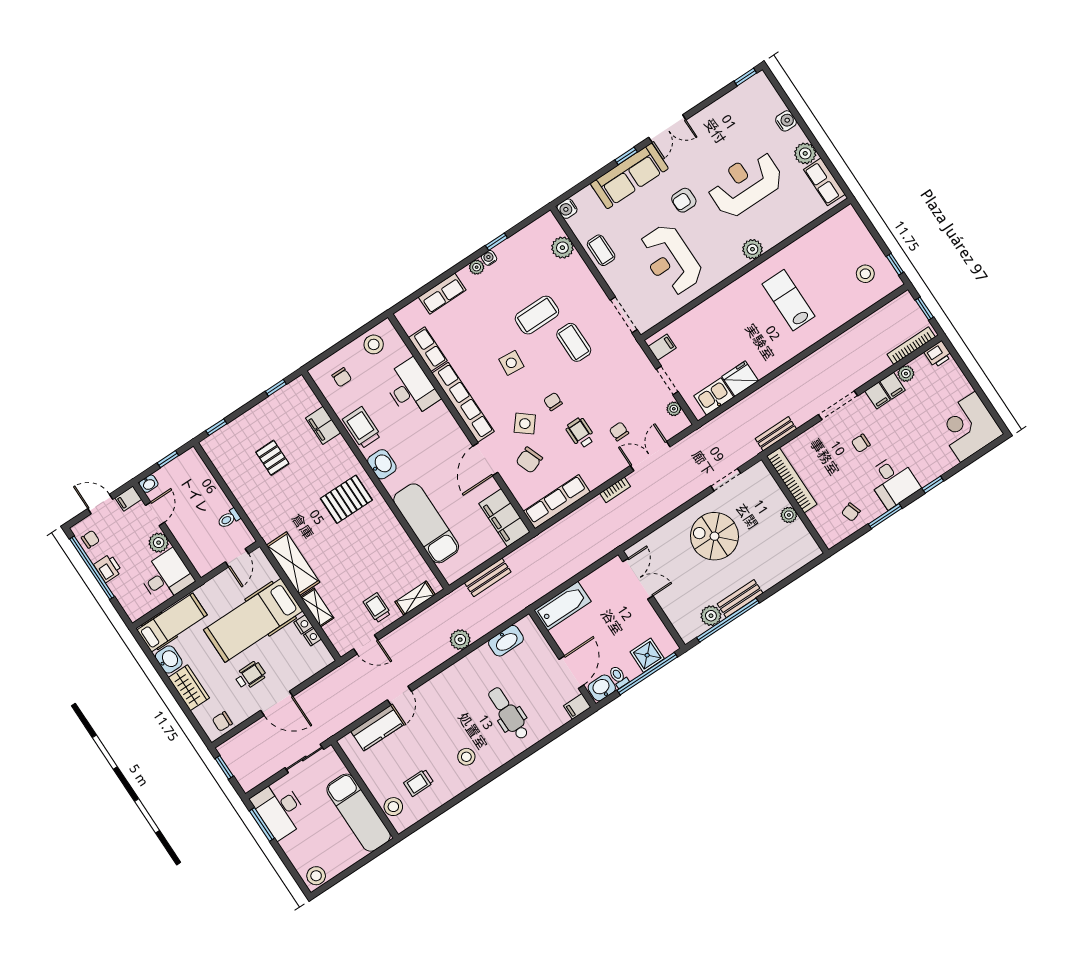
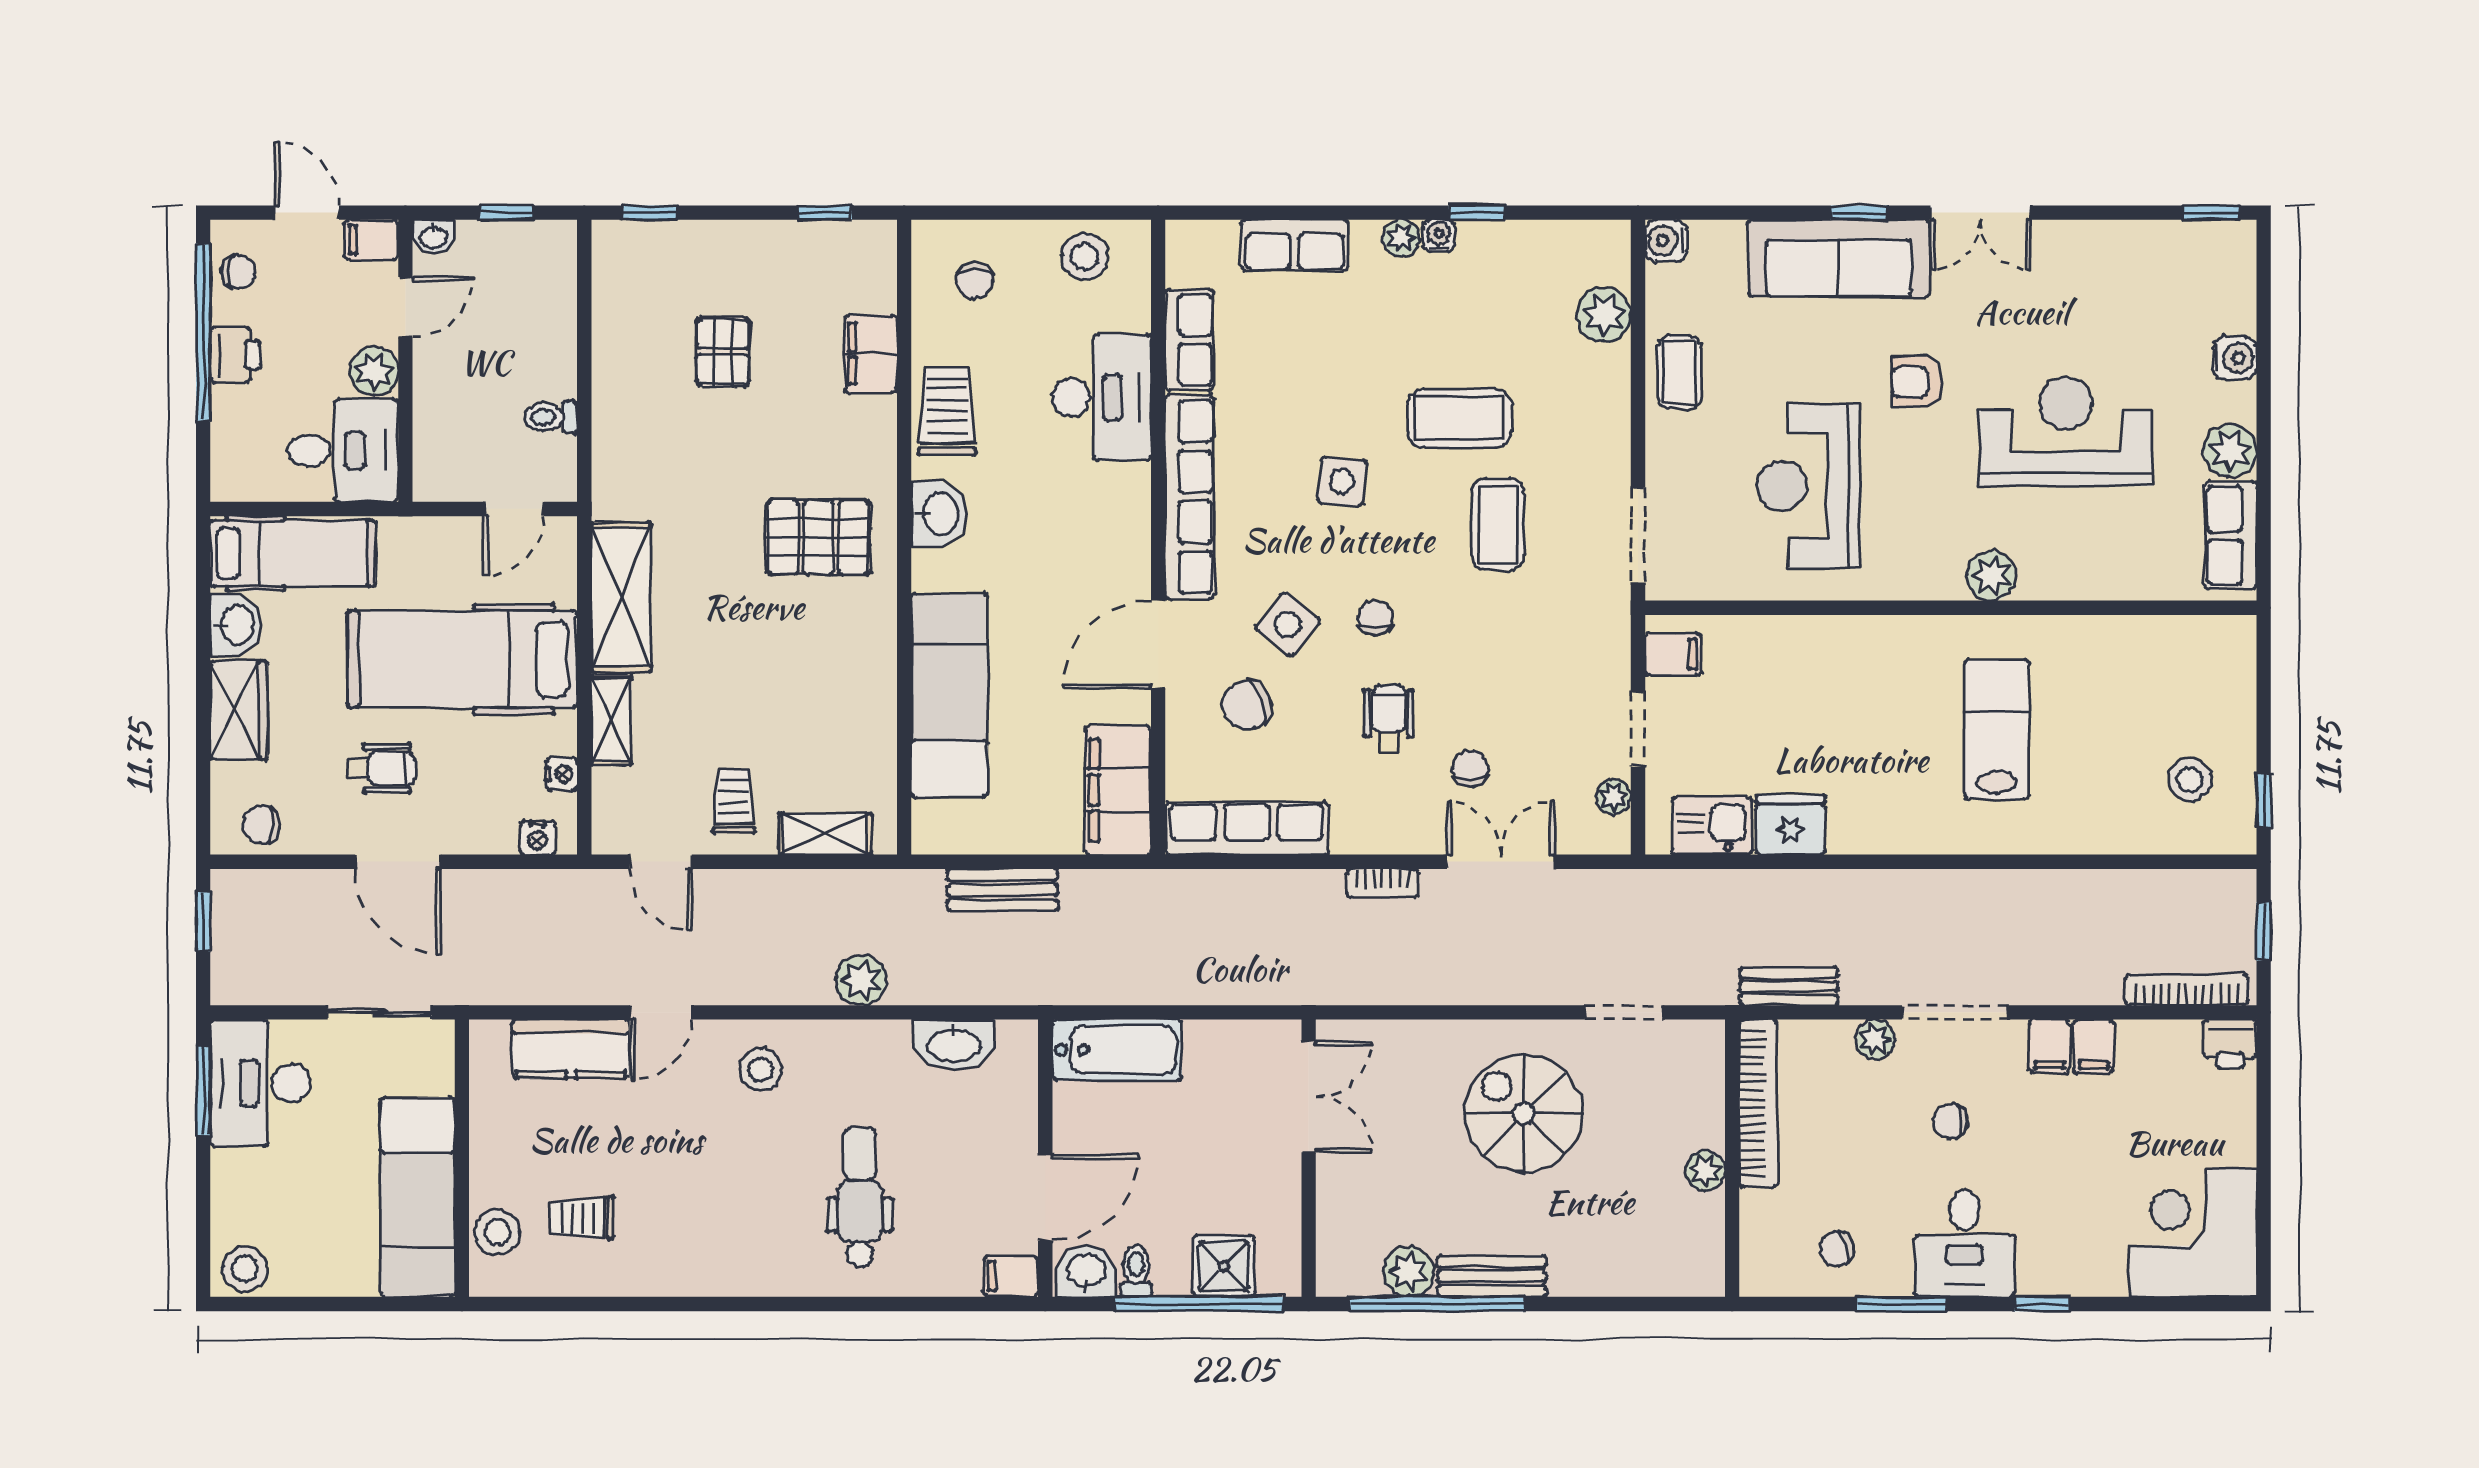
plant: (906, 374) -> (1875, 1040), moved
nightstand: (303, 624) -> (537, 838), moved, turned 90
stool: (466, 757) -> (760, 1070), moved

